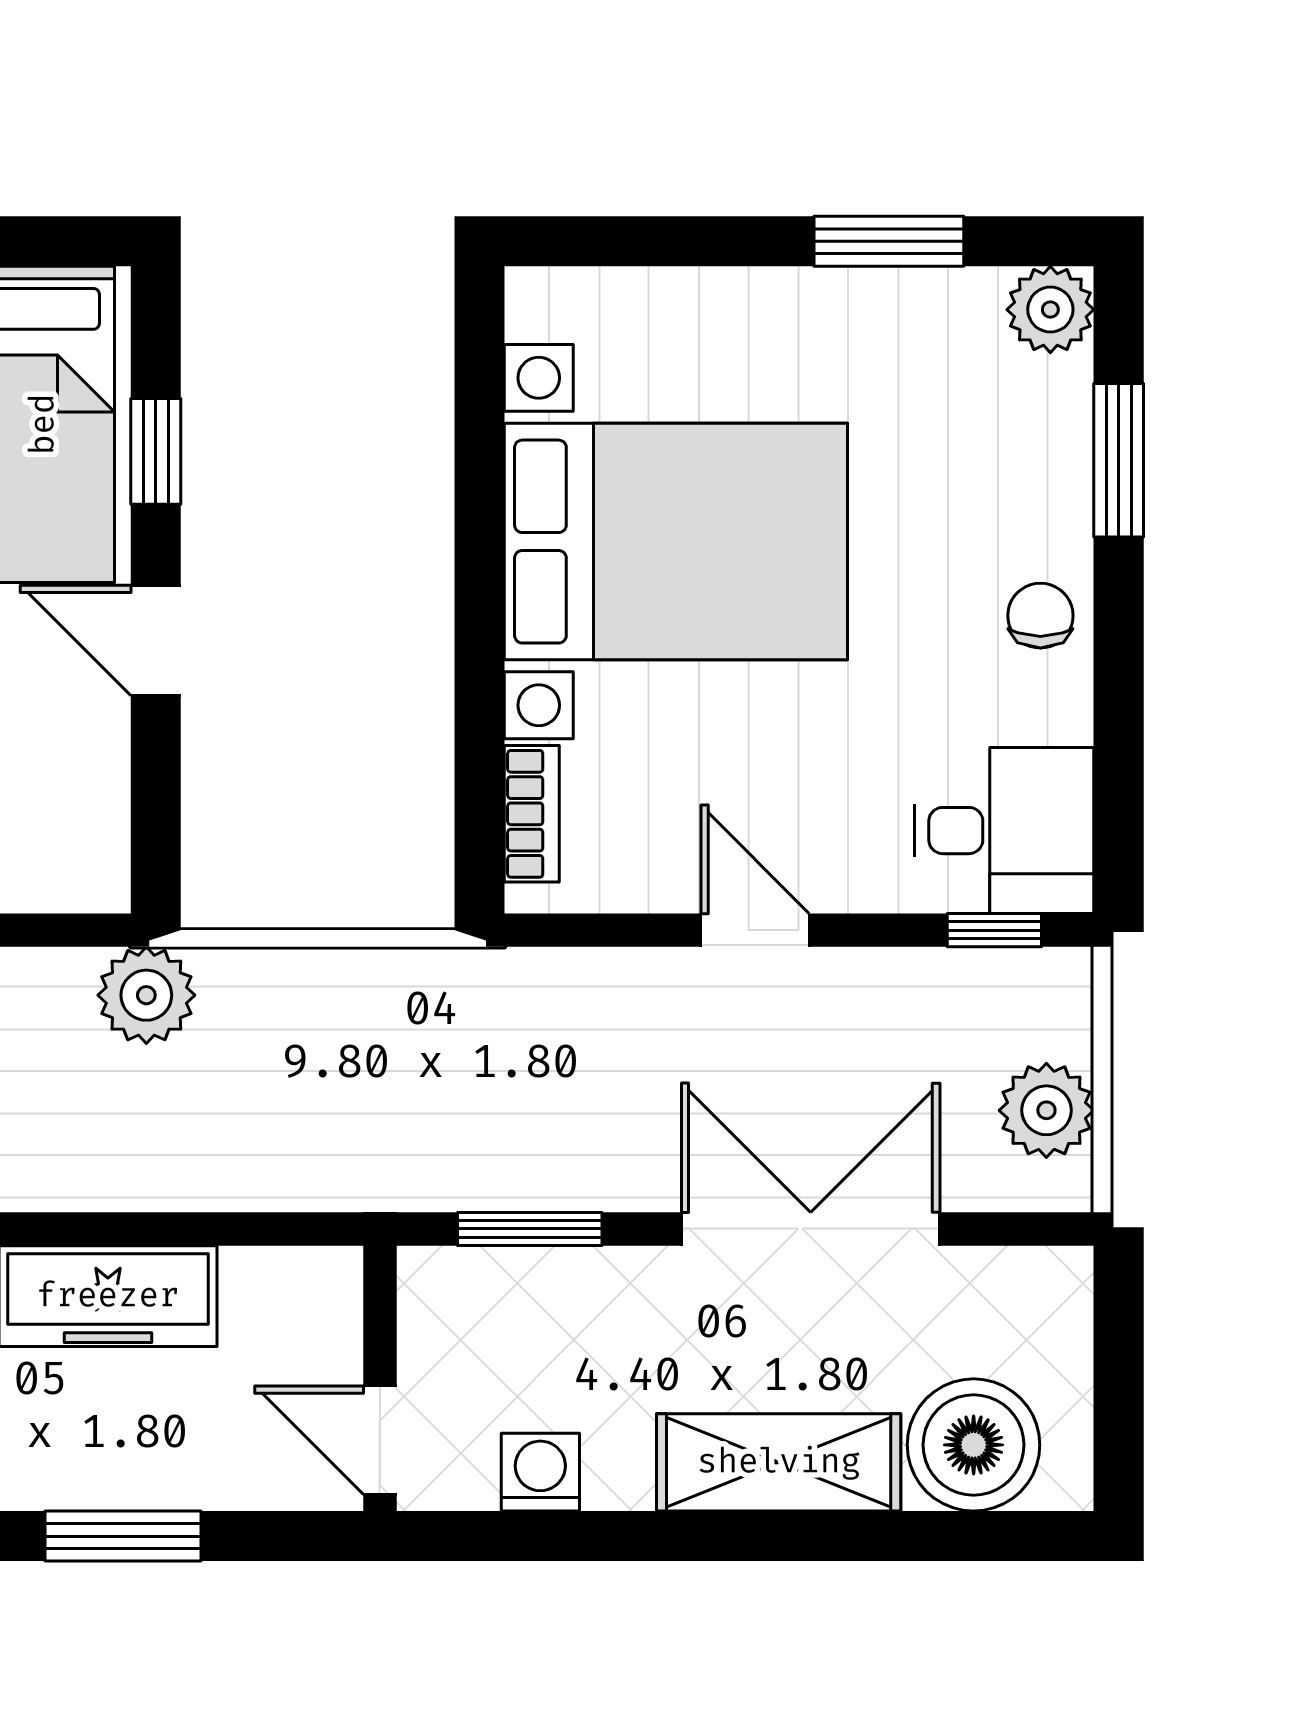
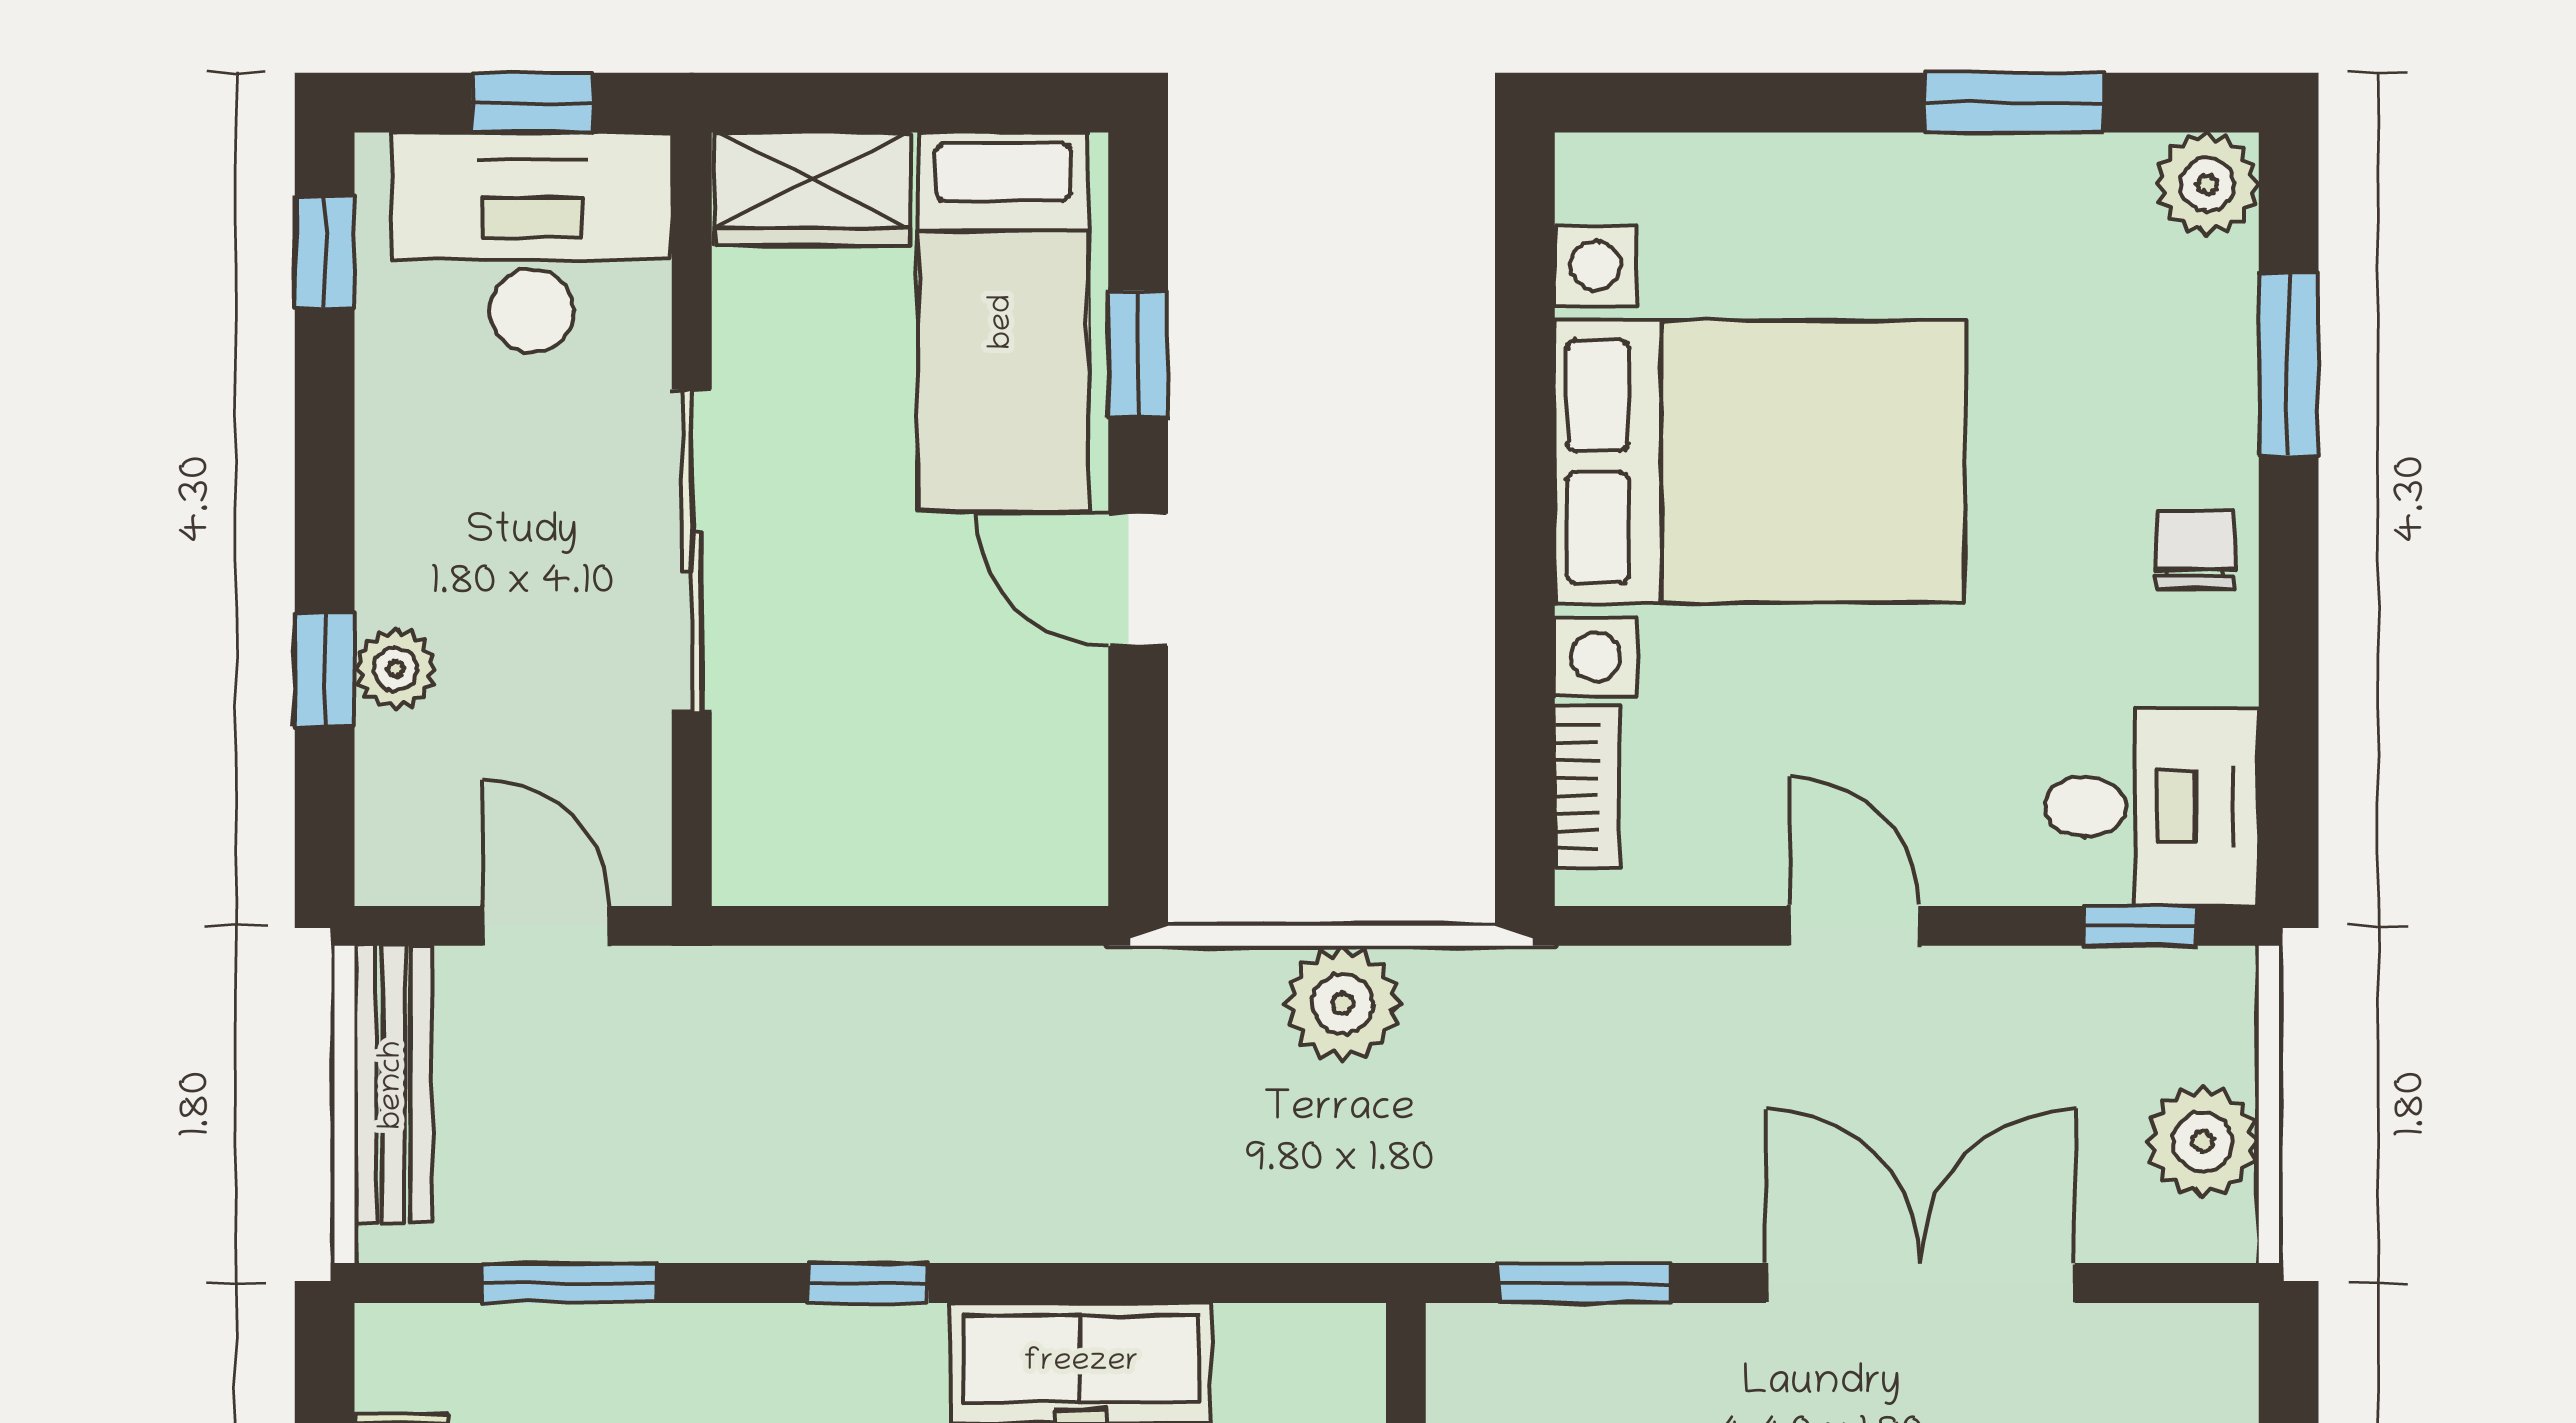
plant: (146, 995) -> (1343, 1004), moved

